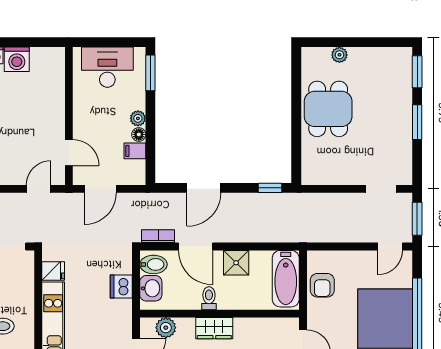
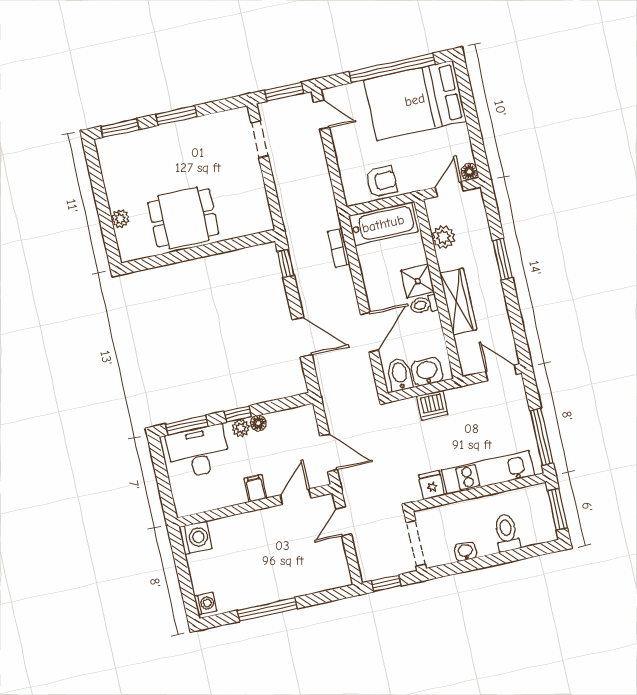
washing machine: (17, 59) -> (196, 537), moved
desk: (107, 67) -> (198, 452), moved, turned 90
window: (150, 119) -> (238, 414), added
filing cabinet: (135, 151) -> (255, 488), moved, turned 180
door: (39, 189) -> (344, 521), hinge flipped
bookcase: (158, 236) -> (339, 248), moved
shower: (236, 263) -> (418, 281), moved
plant: (166, 328) -> (443, 237), moved
wardrobe: (214, 328) -> (458, 301), width x1.50

